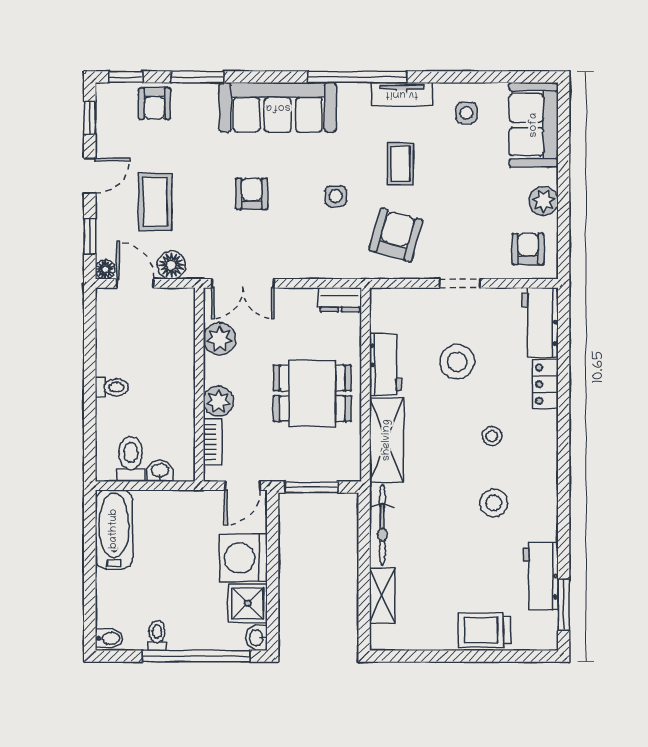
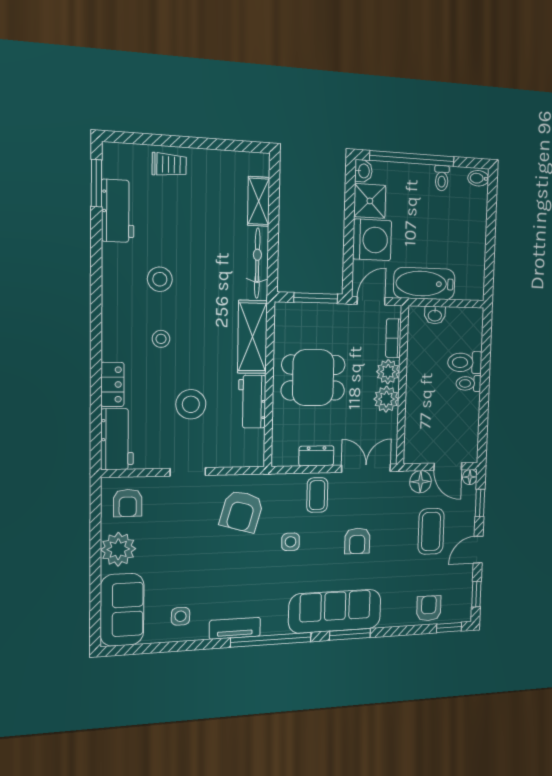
window: (197, 77) -> (350, 634), moved
coffee table: (400, 164) -> (317, 495), moved
plant: (544, 201) -> (118, 549), width x1.36, depth x1.36
dresser: (340, 300) -> (316, 456), moved
plant: (219, 339) -> (386, 399), moved
toilet: (131, 459) -> (465, 362), moved, turned 90
bathtub: (114, 529) -> (424, 284), moved, turned 90
trolley: (485, 630) -> (169, 165), width x0.73, depth x0.72

